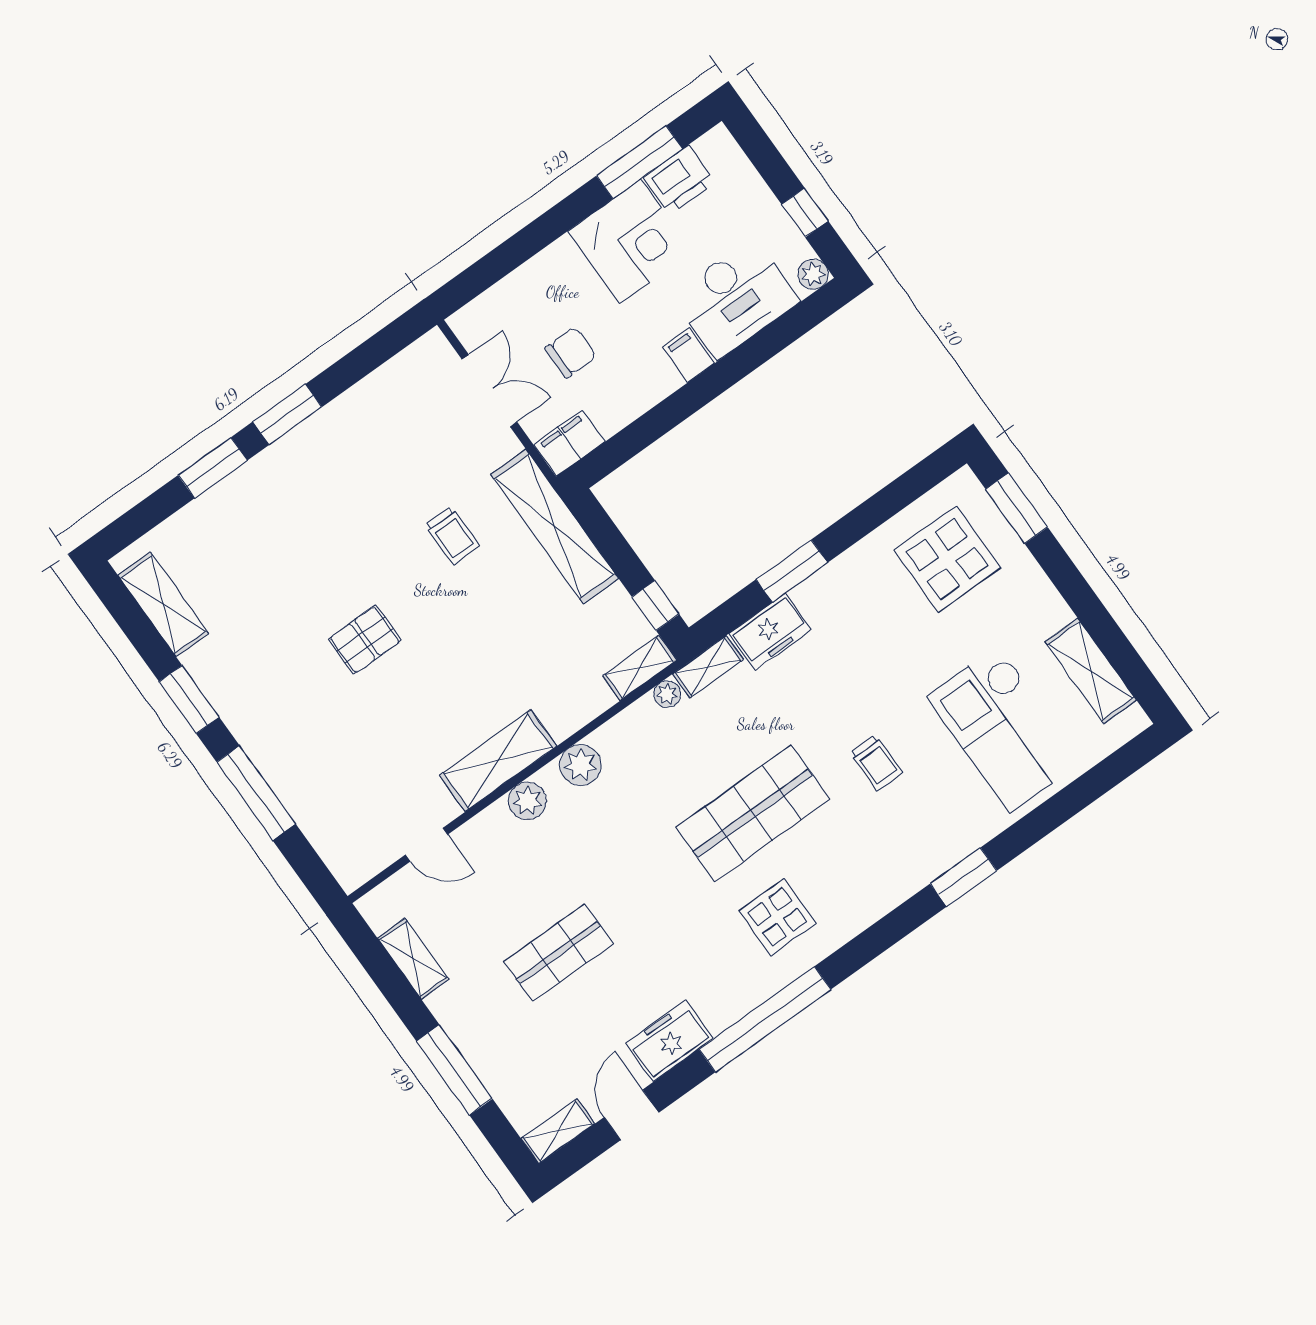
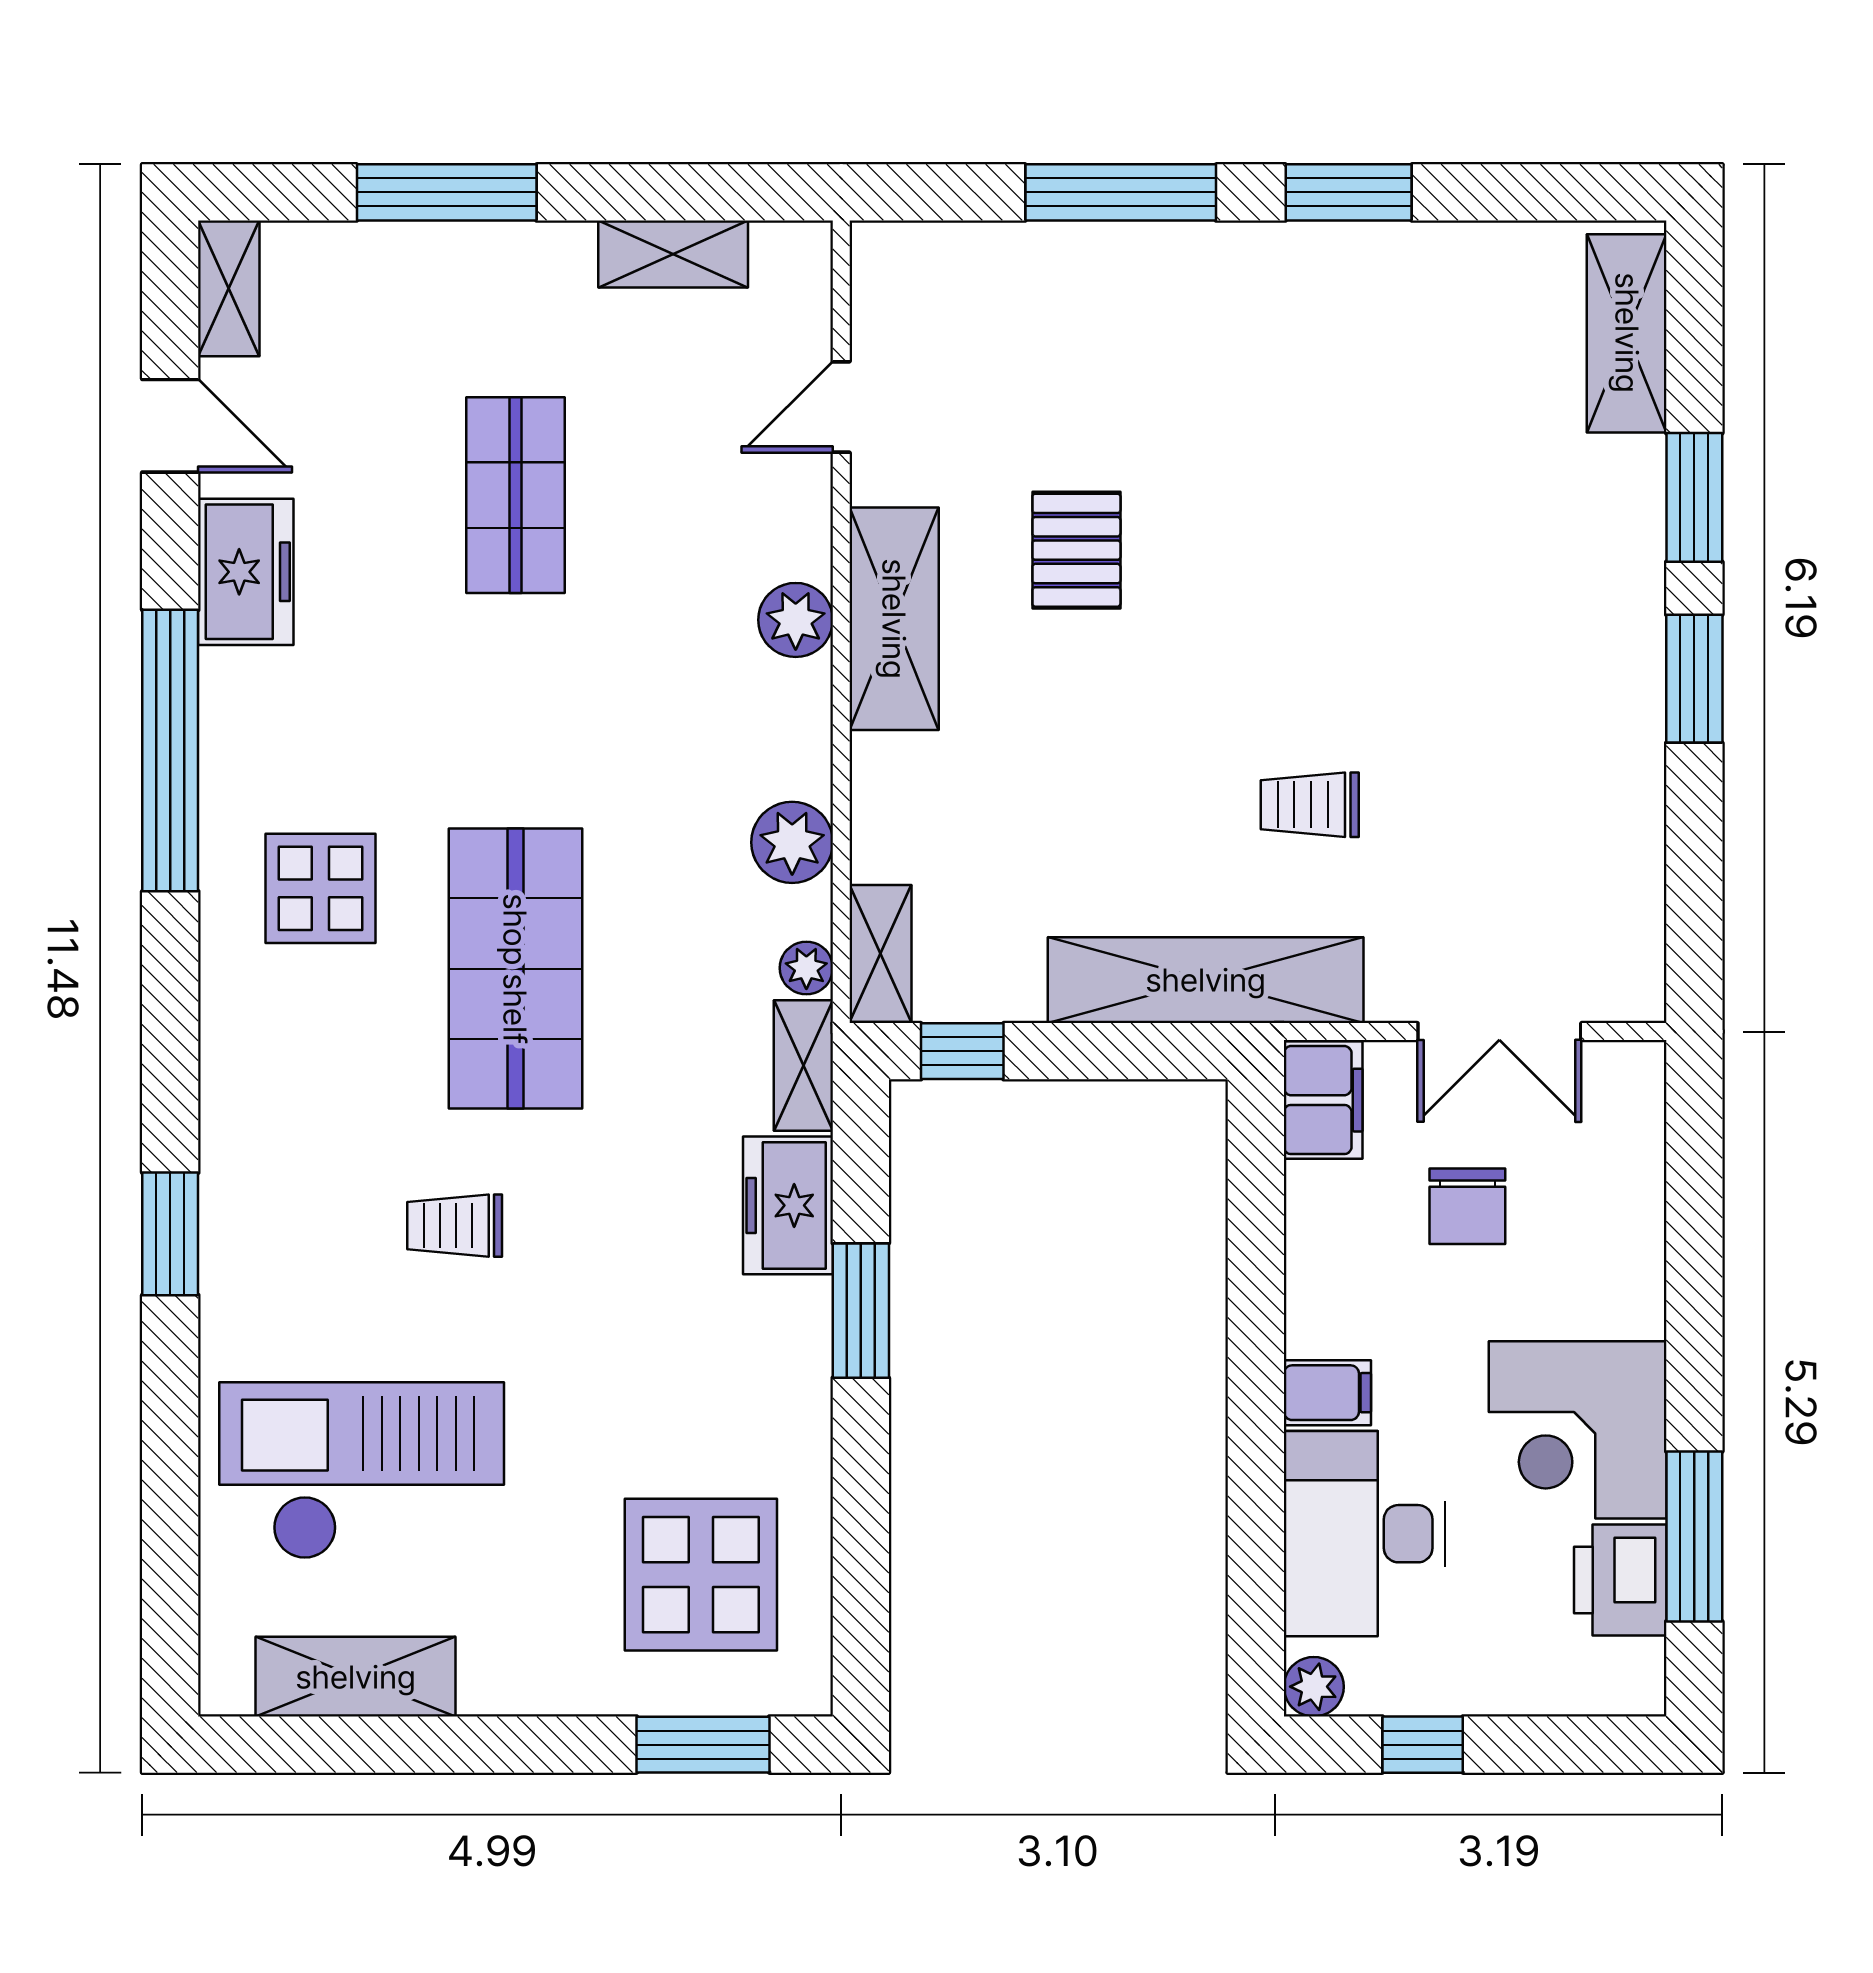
shelving: (163, 604) -> (1627, 333), moved, turned 90
pallet: (365, 640) -> (1076, 550), moved
plant: (581, 765) -> (792, 842), moved

